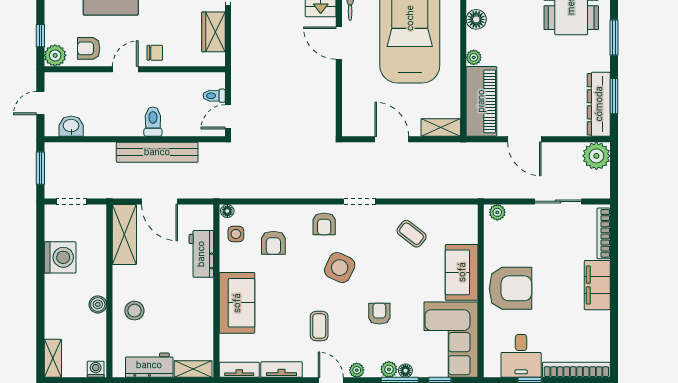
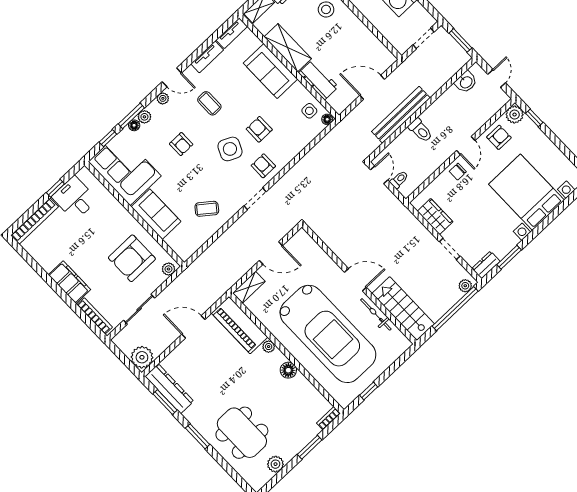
shelving: (124, 235) -> (288, 48), moved
armchair: (273, 243) -> (259, 129), moved
armchair: (510, 288) -> (132, 258), moved

